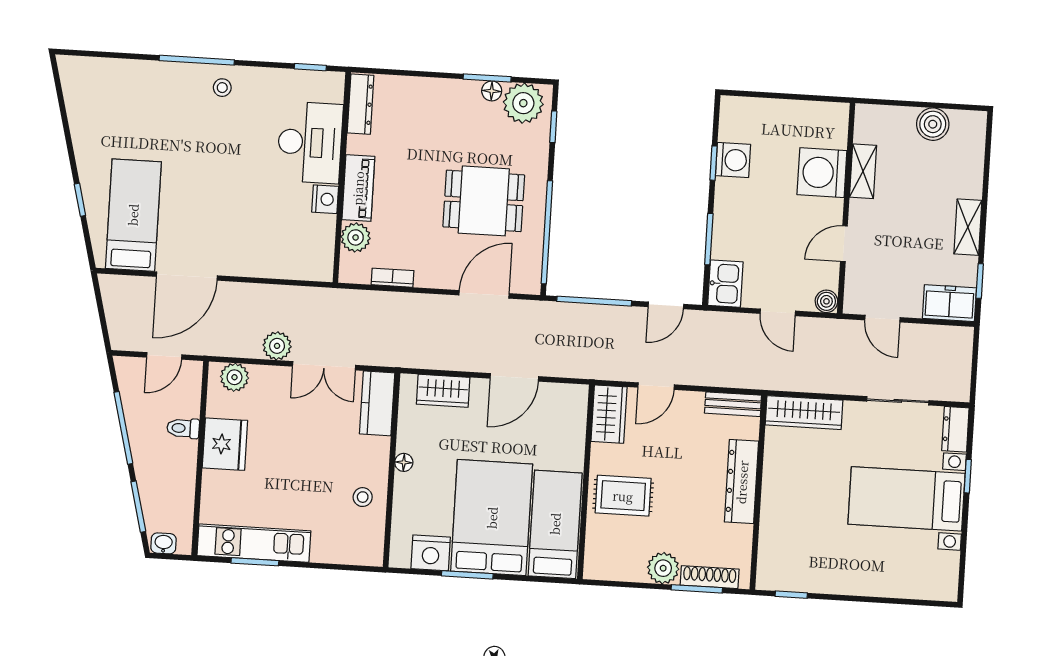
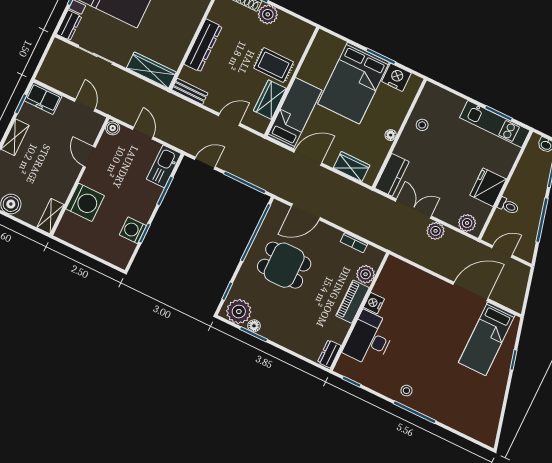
dresser: (361, 104) -> (329, 354), width x0.70
shelving: (863, 171) -> (51, 216), moved
door: (844, 244) -> (89, 157), swing flipped
kitchen sink: (725, 284) -> (164, 166), width x1.38
wardrobe: (609, 414) -> (270, 100), moved
bed: (555, 524) -> (295, 113), moved, turned 180

